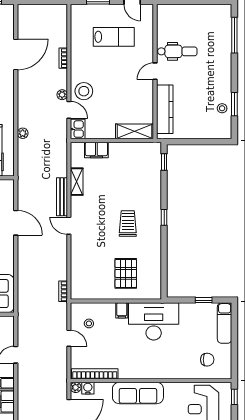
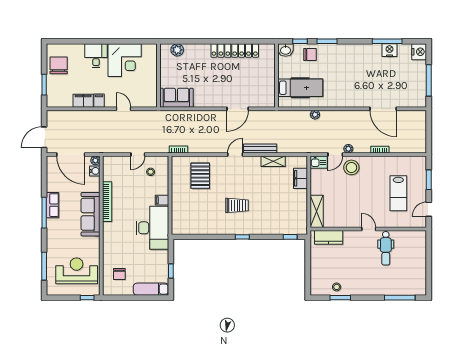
kitchen counter: (165, 109) -> (329, 237), width x0.67
pallet: (126, 273) -> (200, 176), moved, turned 90
bookcase: (95, 374) -> (107, 202), moved

